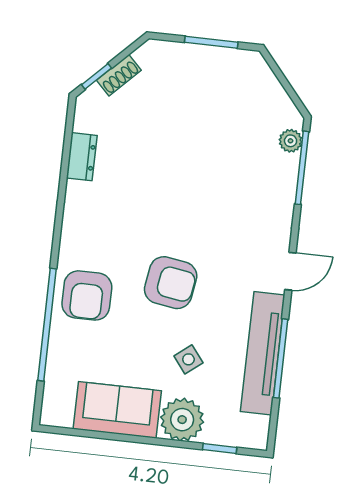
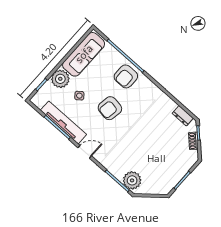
plant: (291, 141) -> (132, 180), width x1.88, depth x1.88
dresser: (82, 157) -> (183, 116), moved
door: (290, 271) -> (85, 152), swing flipped
armchair: (87, 295) -> (126, 76), turned -90
sofa: (117, 410) -> (84, 54), width x1.36

